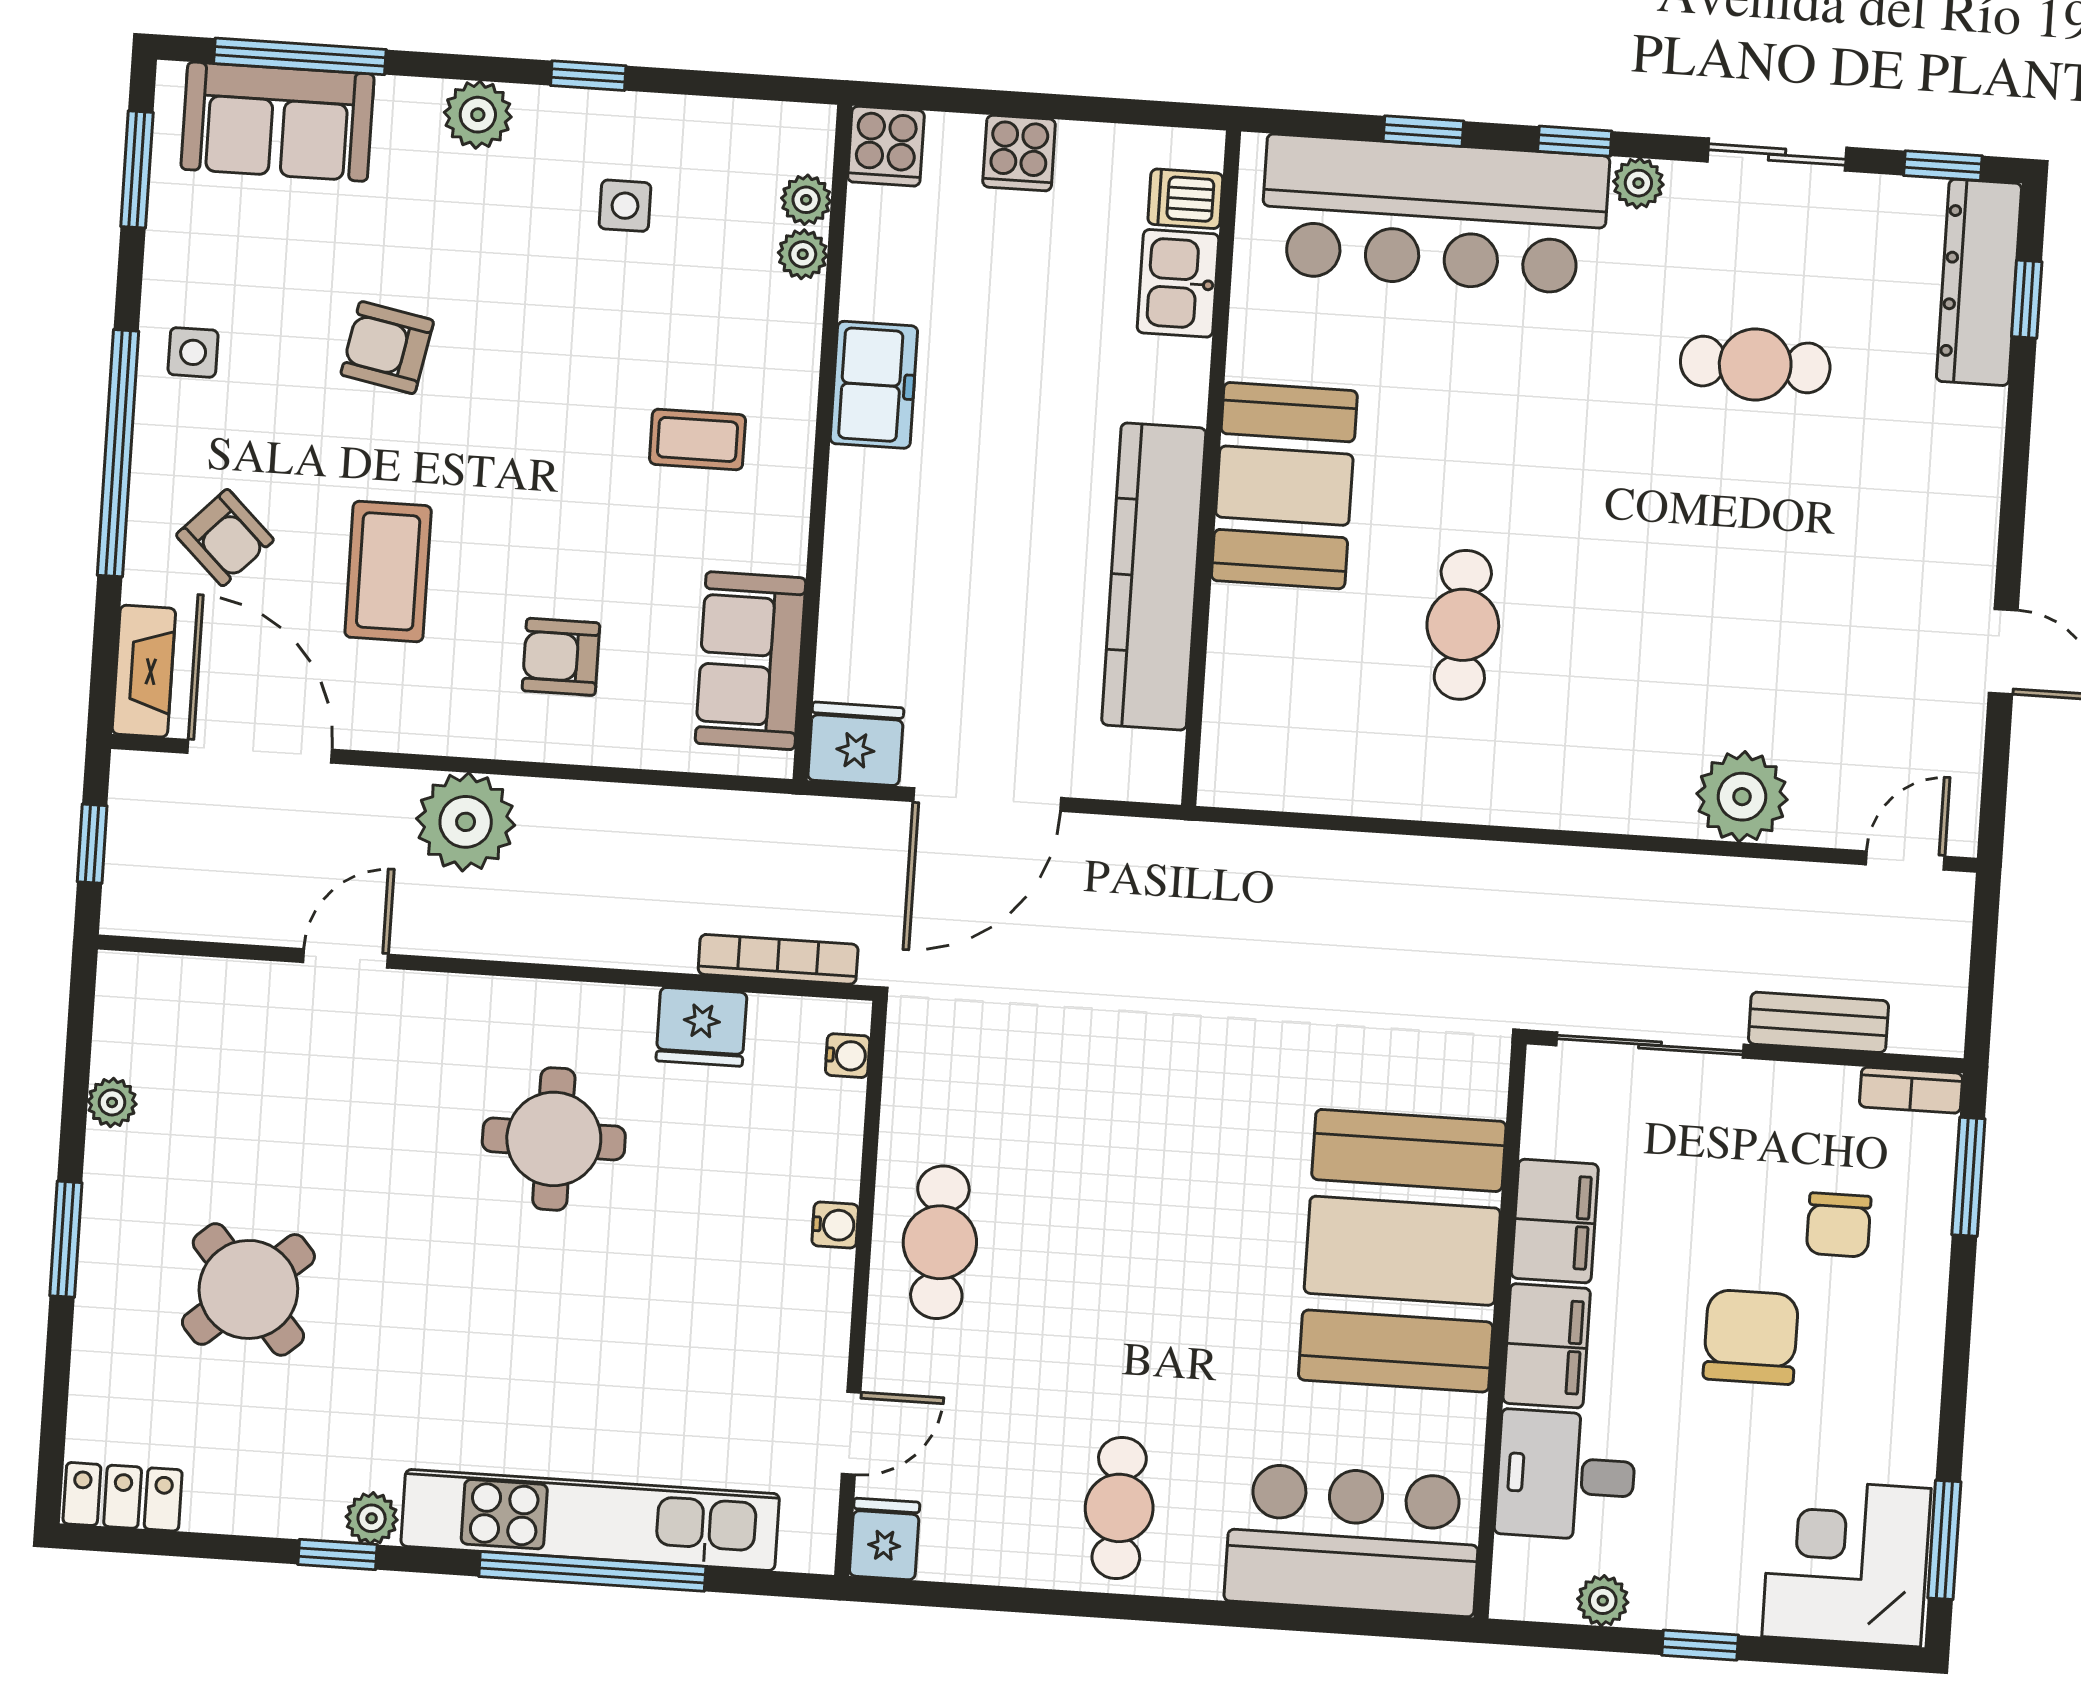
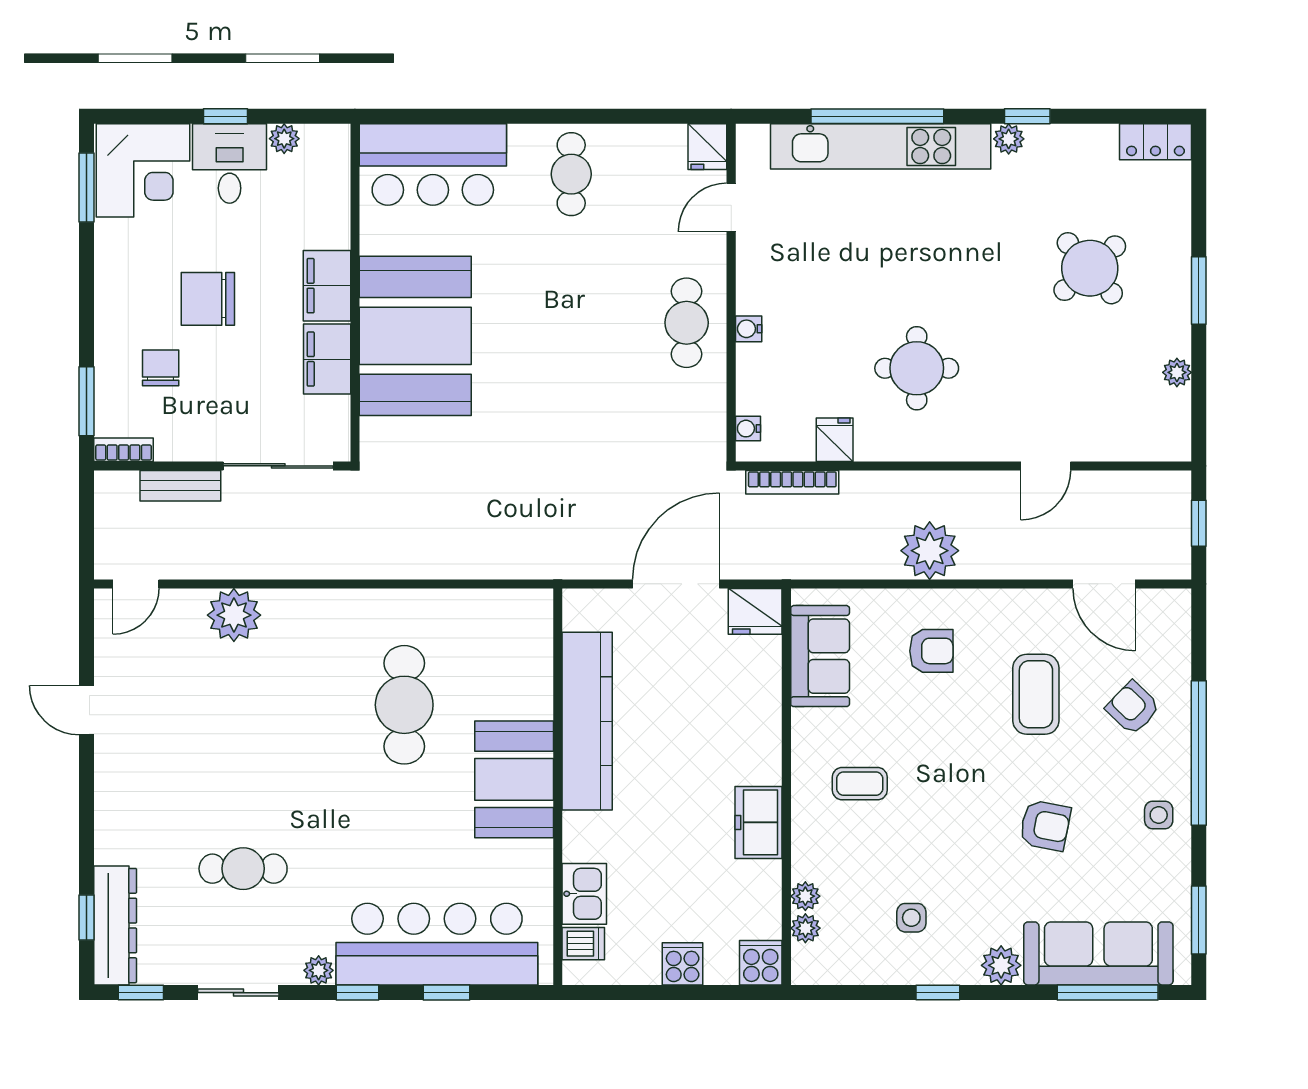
sofa: (278, 122) -> (1098, 953), width x1.36
cafe table: (1463, 625) -> (404, 705), width x1.37, depth x1.35
fireplace: (144, 671) -> (1175, 626), removed
door: (260, 751) -> (1104, 584), width x0.73
plant: (466, 822) -> (930, 551), moved
fridge: (701, 1027) -> (835, 440), width x0.72
chair: (1751, 1337) -> (208, 299), turned 90
desk: (1566, 1475) -> (230, 164), moved, turned -90

